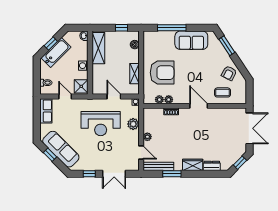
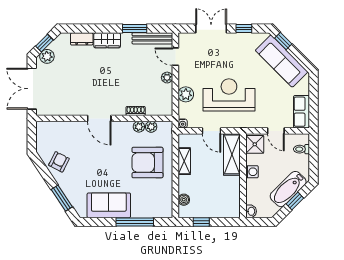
shelving: (98, 48) -> (232, 154), moved
coffee table: (223, 92) -> (67, 136), removed
plant: (238, 153) -> (47, 56), added
window: (50, 155) -> (283, 41), moved

